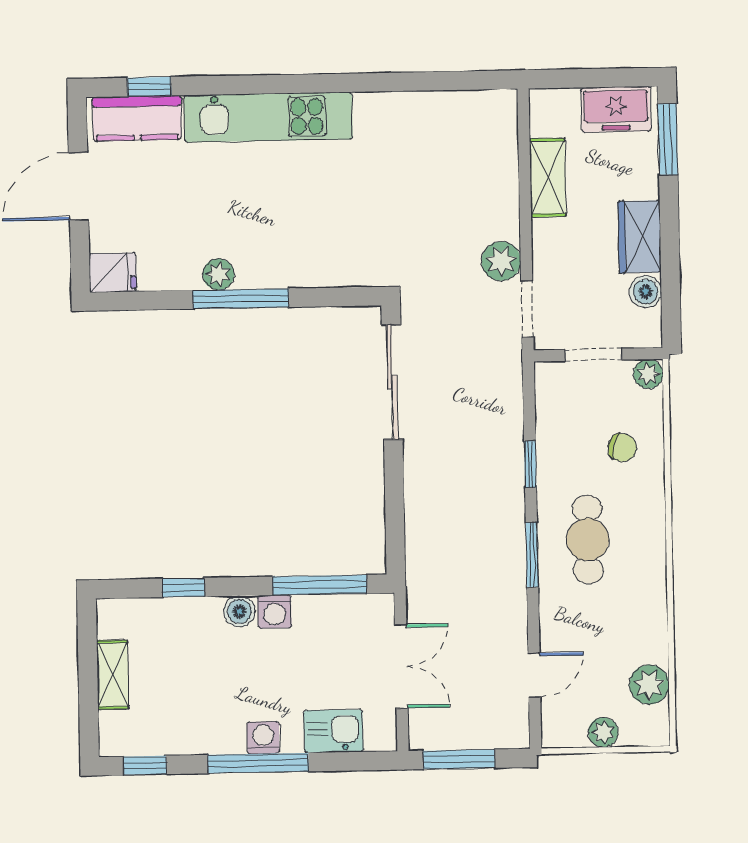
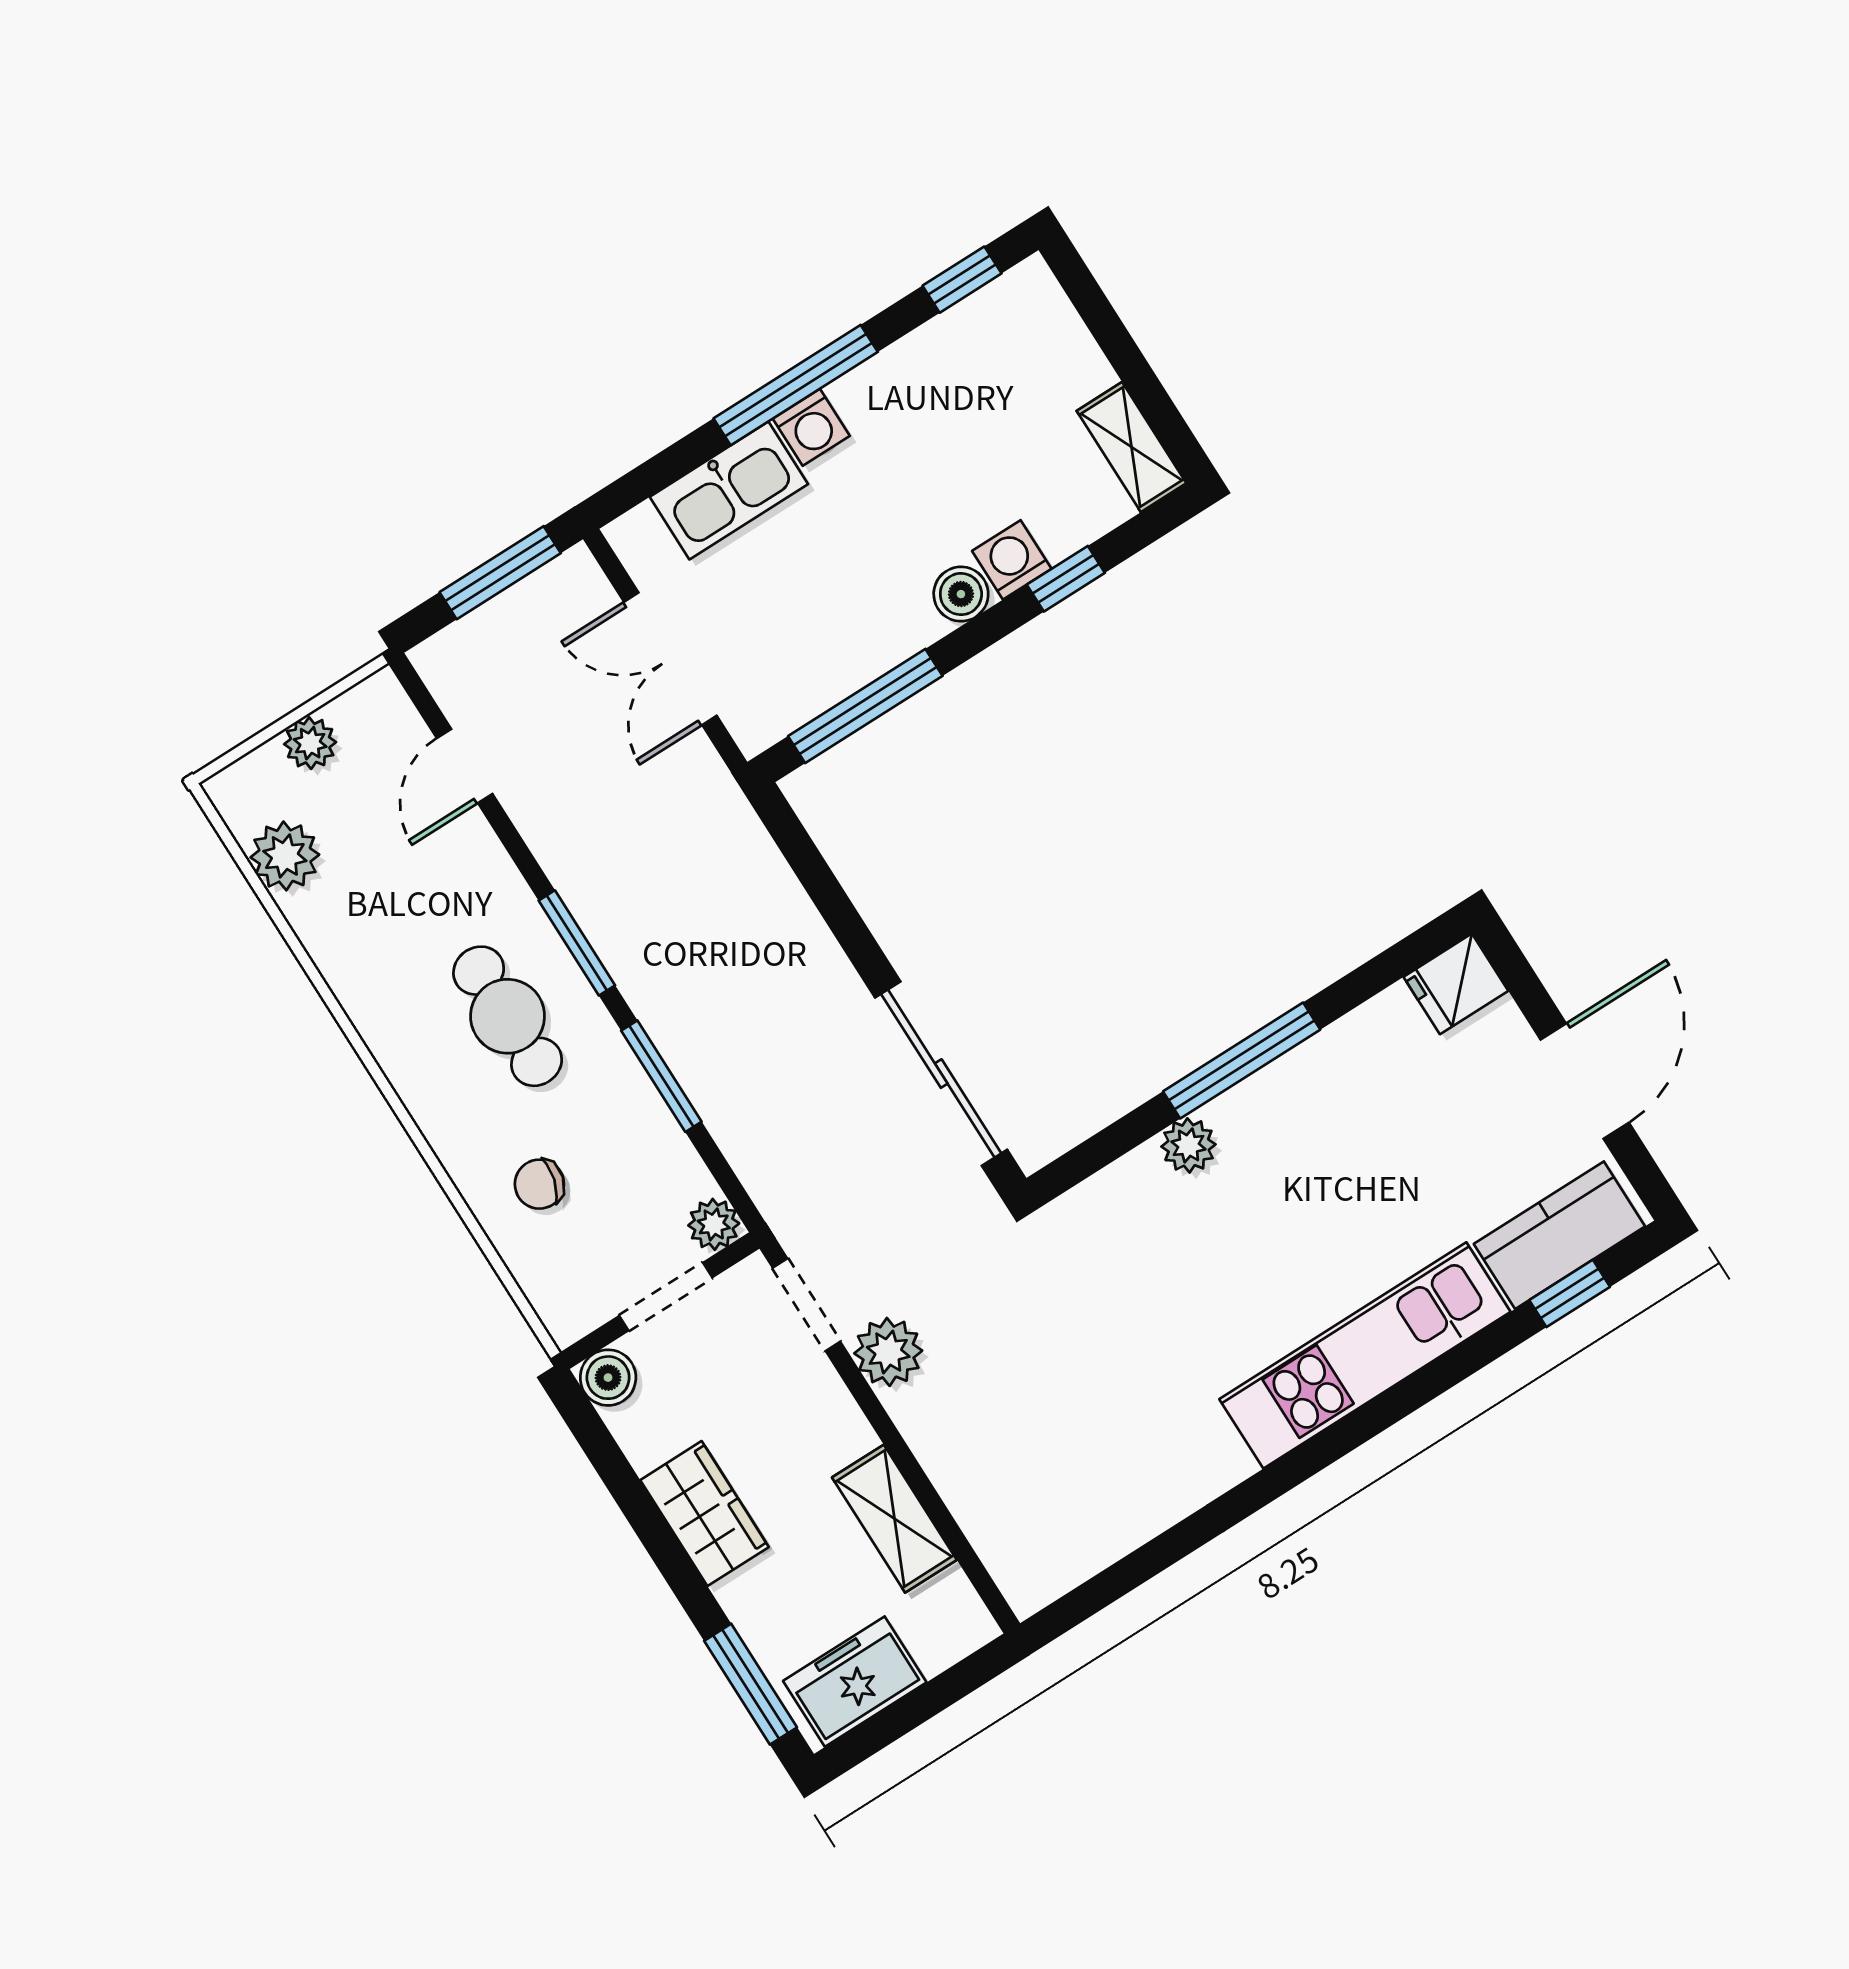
plant: (218, 274) -> (1188, 1145), moved
boiler: (646, 292) -> (608, 1378), moved
plant: (648, 374) -> (714, 1224), moved
window: (530, 464) -> (661, 1076), width x1.50
washing machine: (275, 612) -> (1012, 560), moved
shelving: (113, 675) -> (1131, 447), moved
kitchen sink: (333, 731) -> (729, 490), width x1.38

